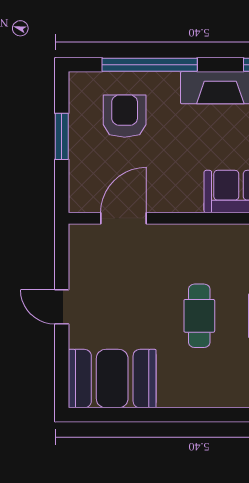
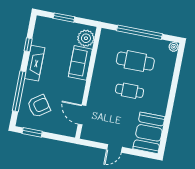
armchair: (125, 116) -> (39, 106), turned 145
window: (62, 136) -> (32, 132), moved

